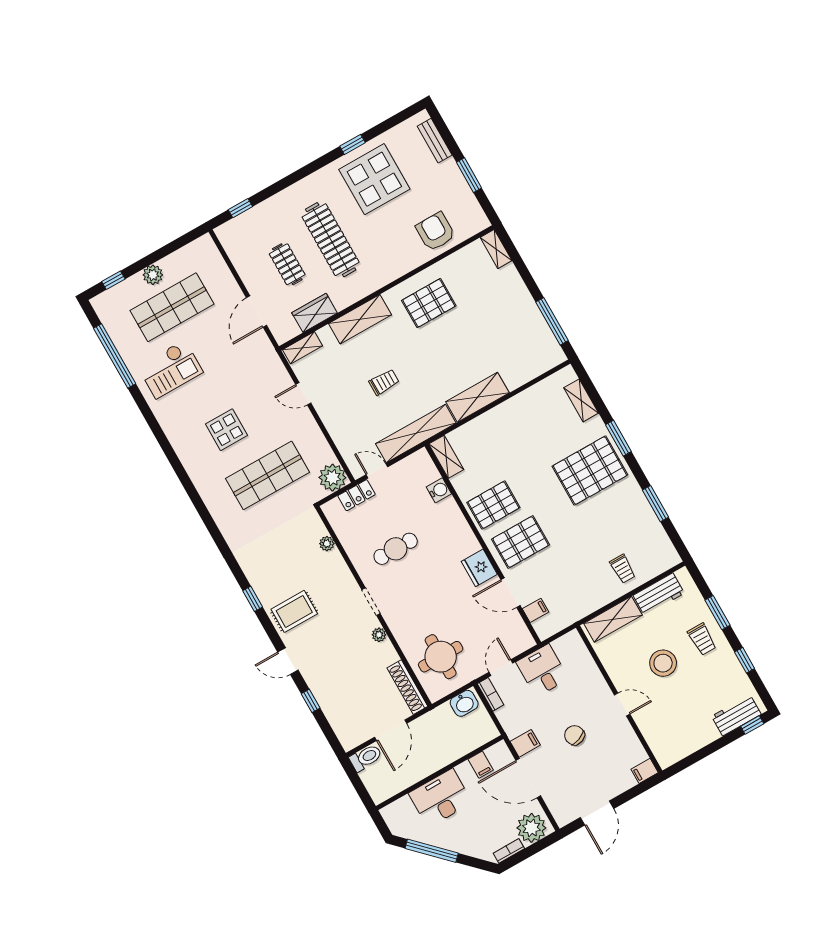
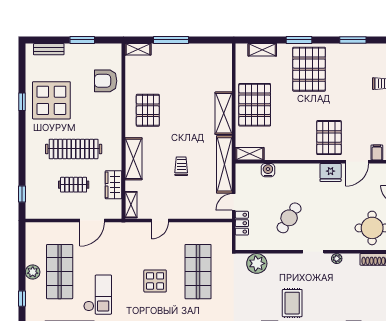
door: (257, 311) -> (92, 220), hinge flipped
window: (552, 321) -> (171, 40), moved
plant: (332, 478) -> (222, 232), removed
pallet: (493, 505) -> (255, 105), moved, width x1.37, depth x1.41
plant: (327, 544) -> (257, 263), width x1.87, depth x1.87
cafe table: (396, 549) -> (289, 218), turned 33

